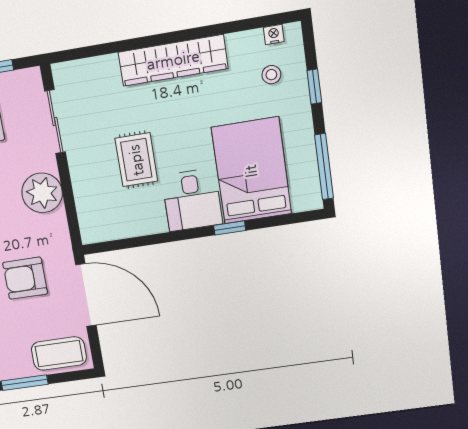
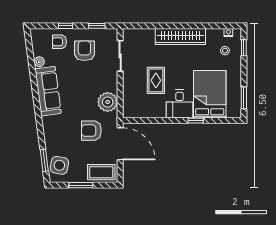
window: (314, 87) -> (244, 48), moved
window: (324, 167) -> (244, 98), width x0.69
plant: (42, 193) -> (108, 102), moved

